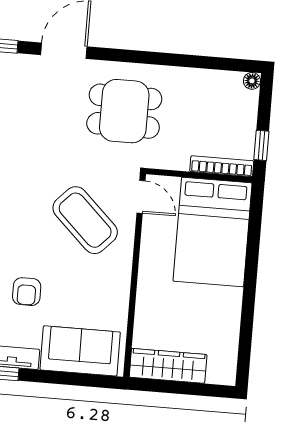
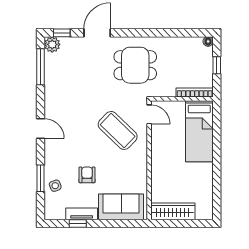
window: (261, 145) -> (217, 65), moved
bed: (213, 232) -> (199, 131), width x0.67
armchair: (27, 292) -> (87, 175), turned 180

